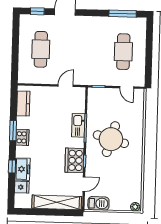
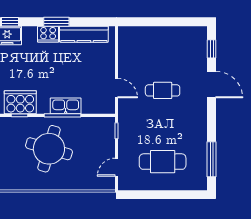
cafe table: (41, 49) -> (163, 90), moved, width x0.73, depth x0.74
kitchen counter: (23, 103) -> (84, 34), width x1.50

